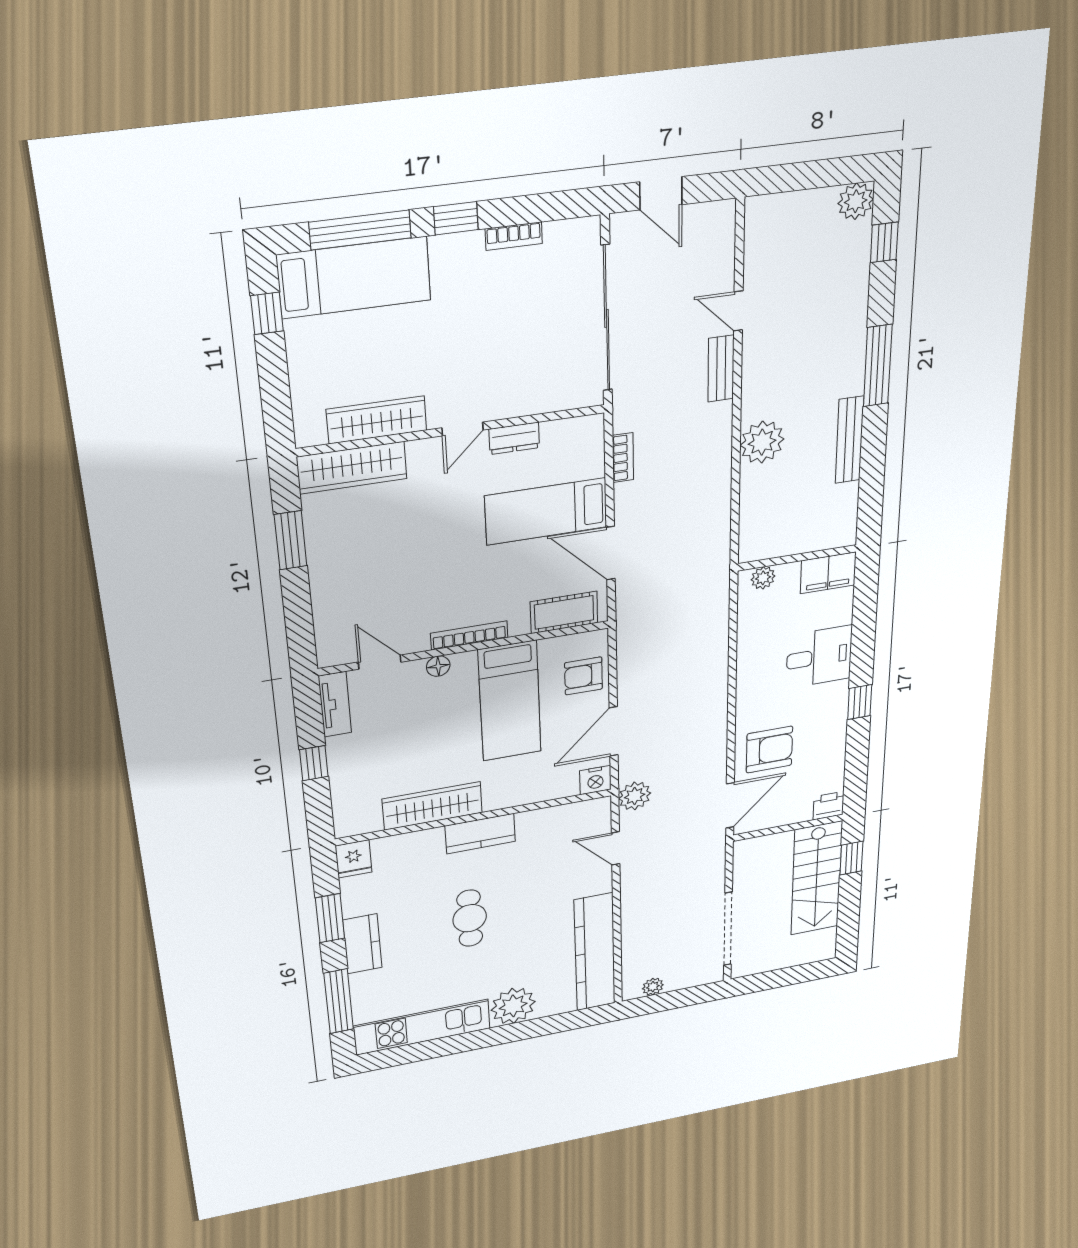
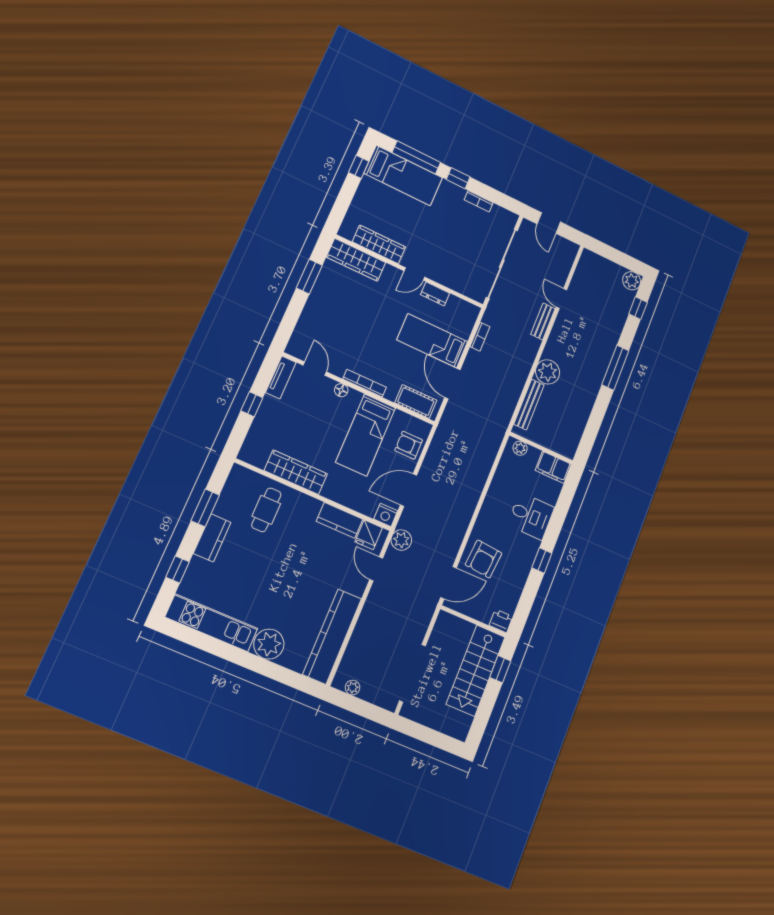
bench: (849, 440) -> (529, 405), moved
armchair: (769, 750) -> (484, 559), turned 95
kitchen counter: (480, 834) -> (340, 520), moved
fridge: (354, 859) -> (369, 535), moved
cafe table: (470, 918) -> (266, 510), moved
window: (339, 1001) -> (178, 570), width x0.46

